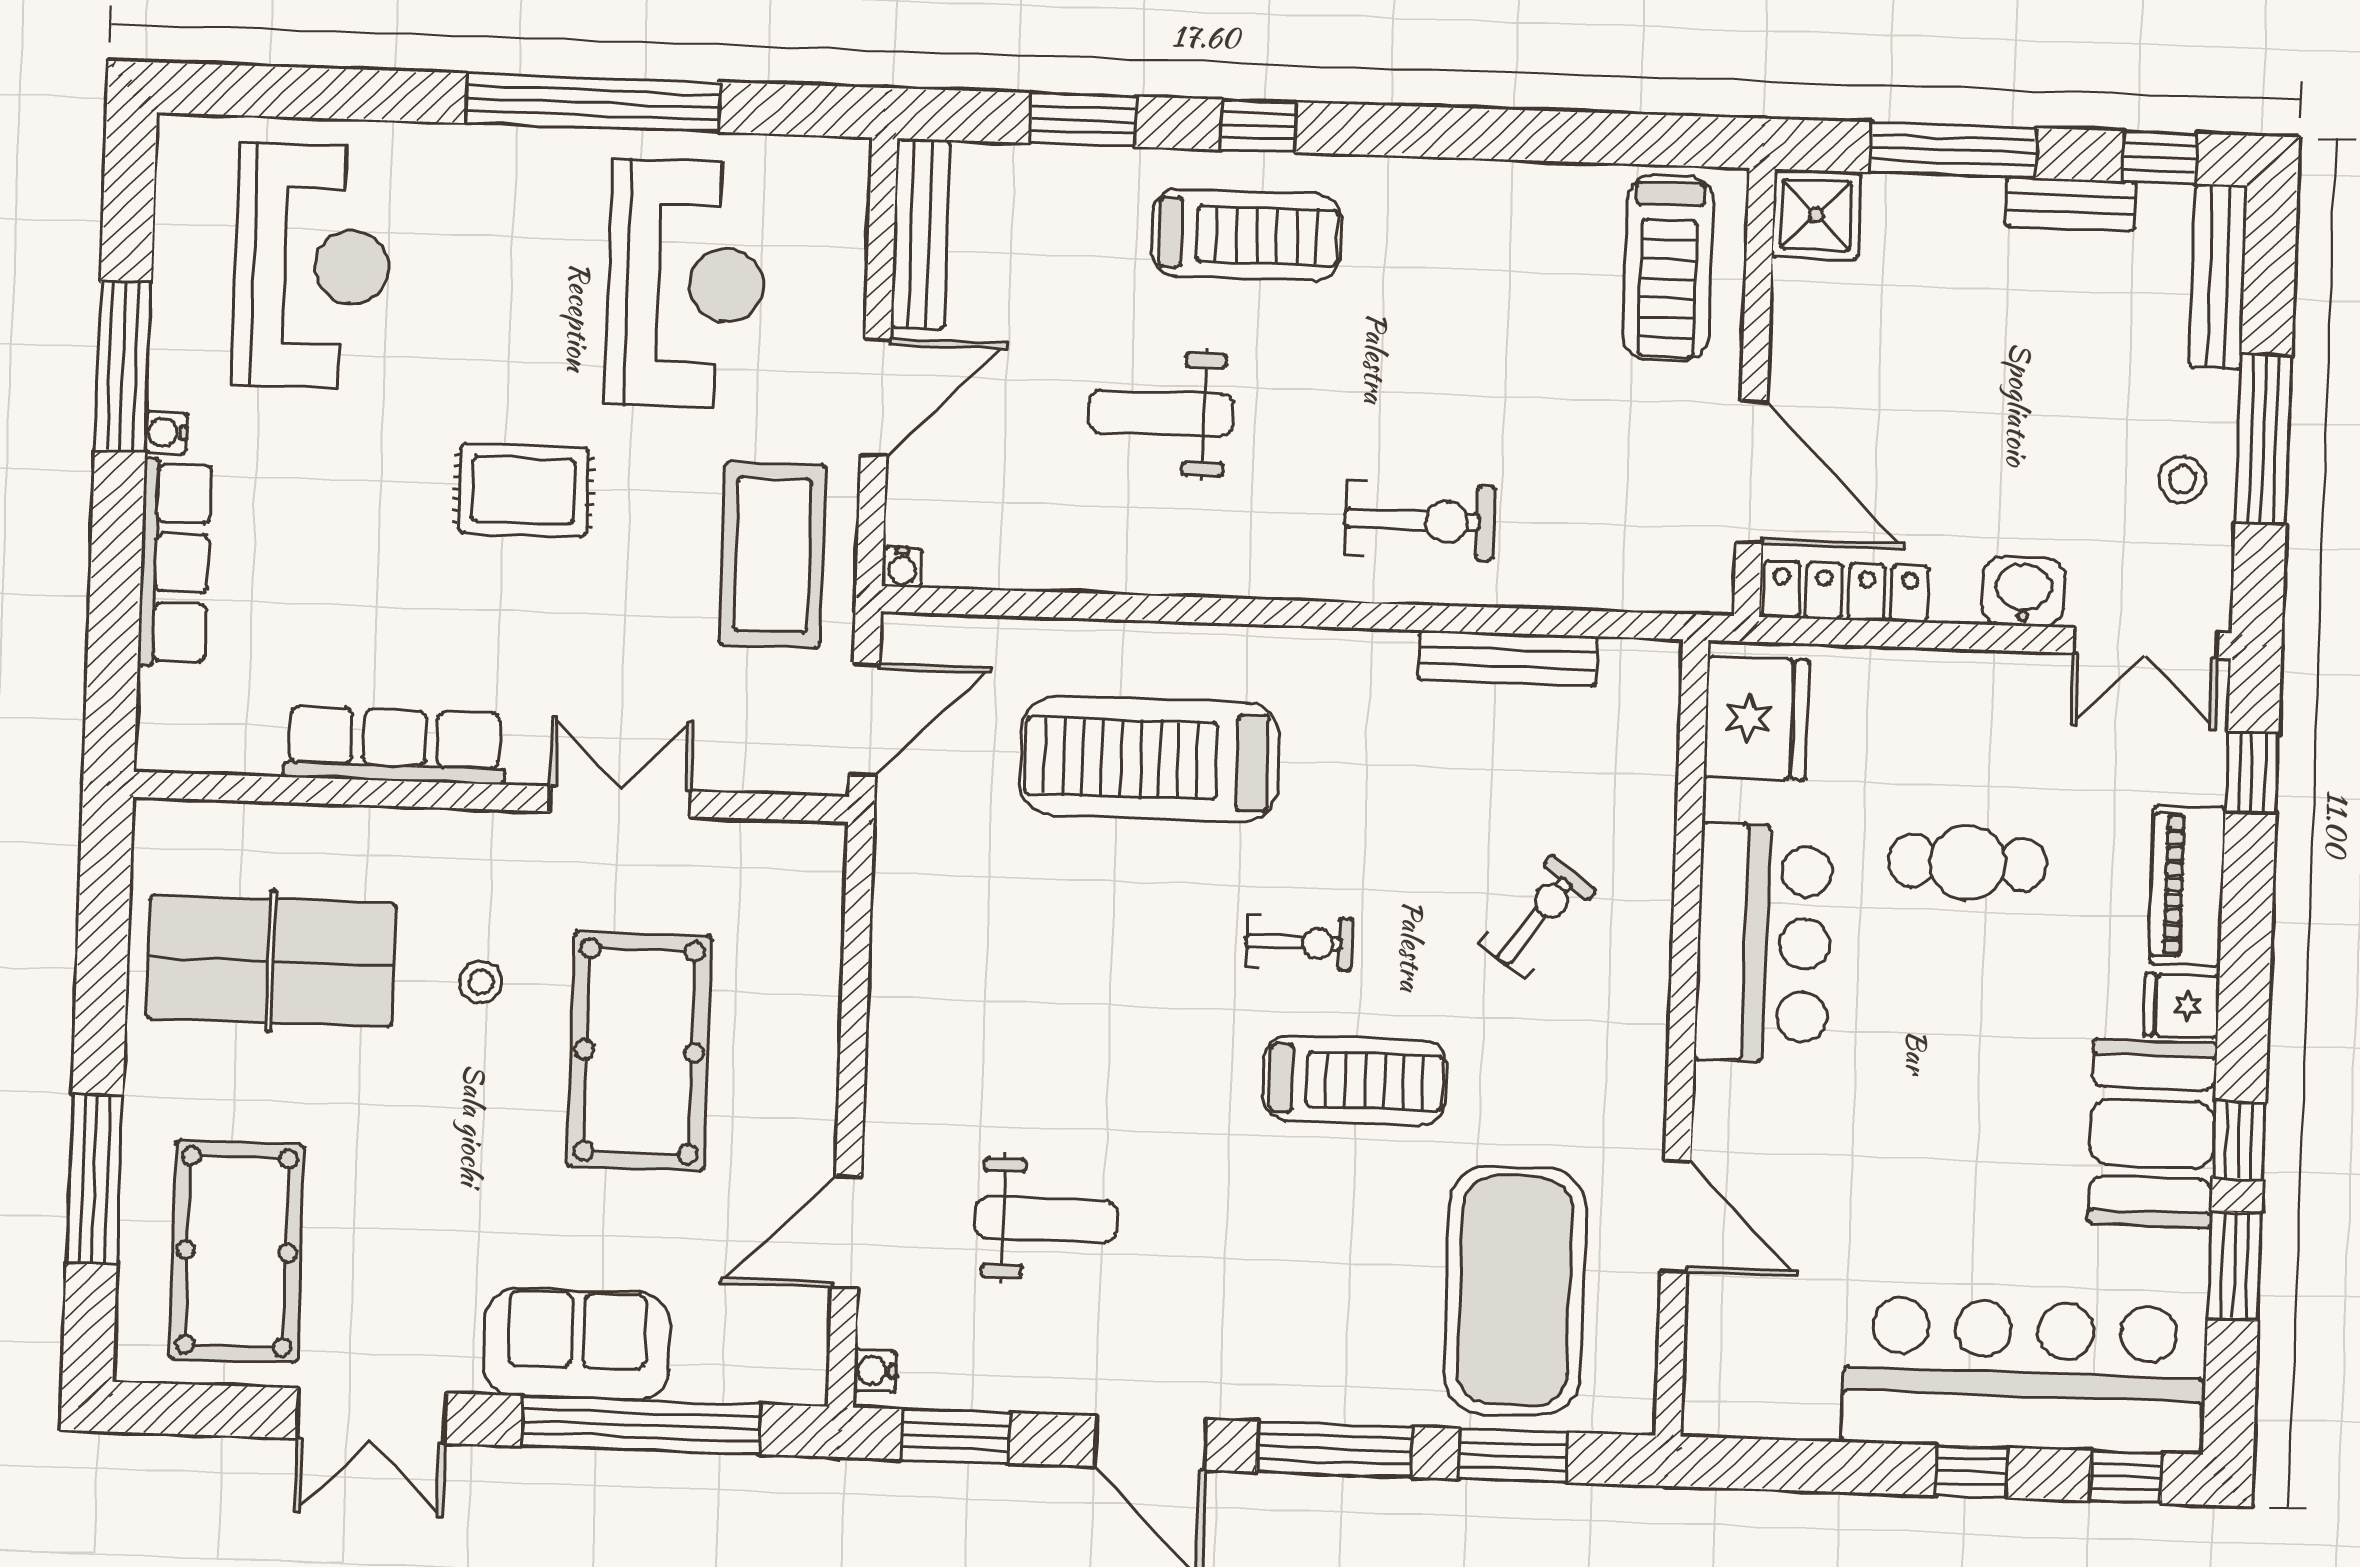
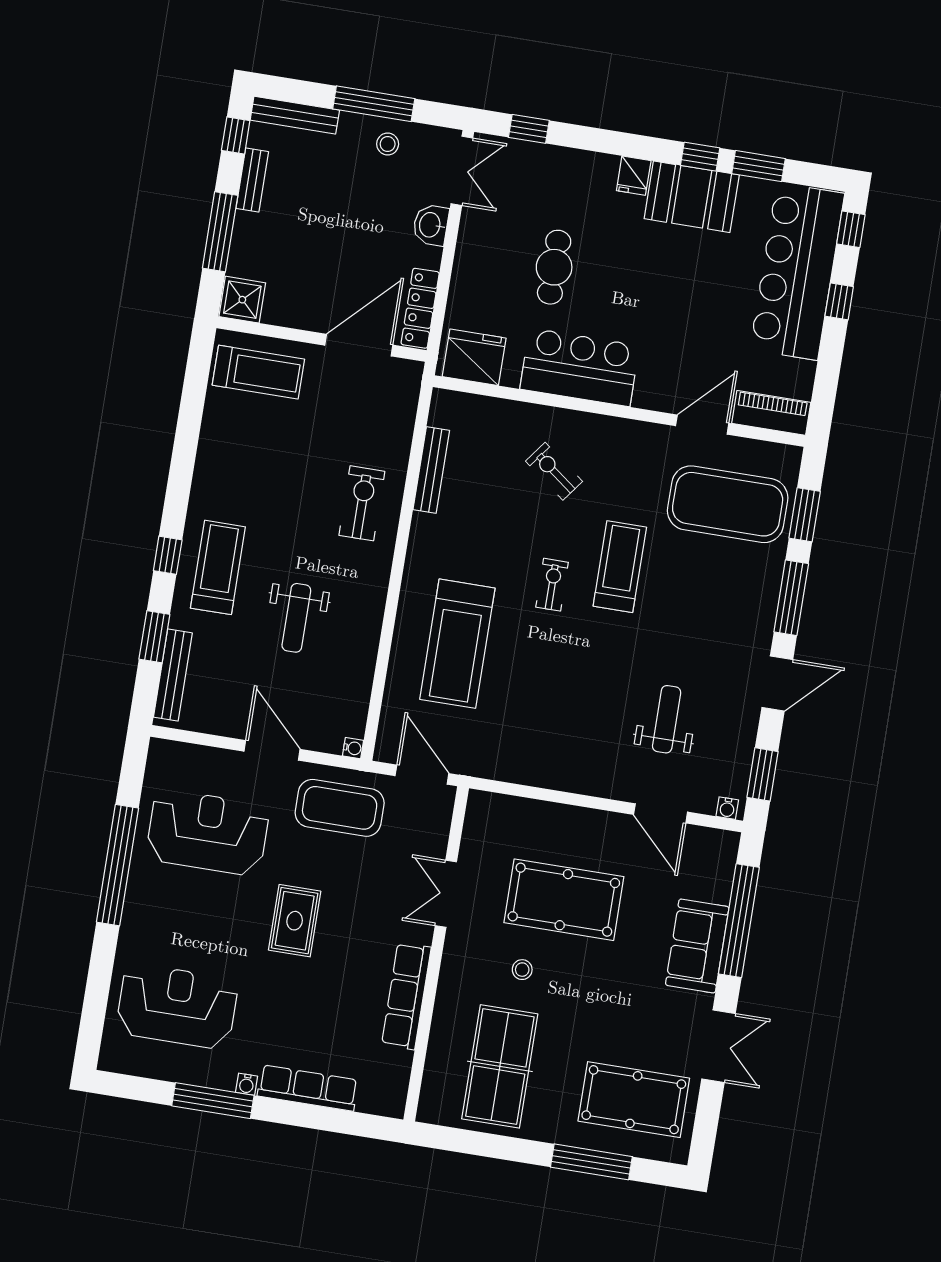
bench: (920, 234) -> (173, 675), moved, turned 90
piano: (2187, 885) -> (771, 413), moved, turned 180

